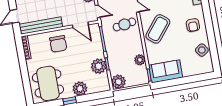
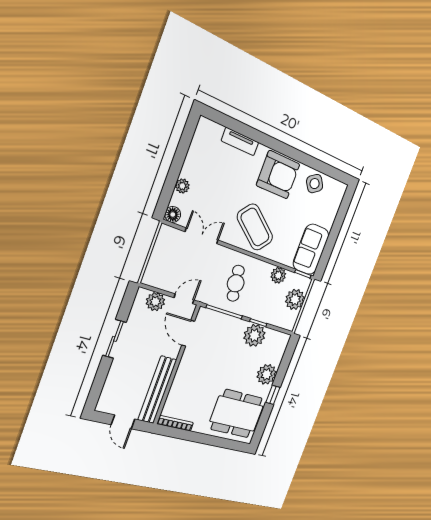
cafe table: (124, 24) -> (236, 283), moved
door: (80, 25) -> (188, 333), swing flipped
armchair: (193, 25) -> (278, 175), width x1.88, depth x1.88
chair: (58, 44) -> (195, 377), removed
plant: (119, 82) -> (295, 299), moved

